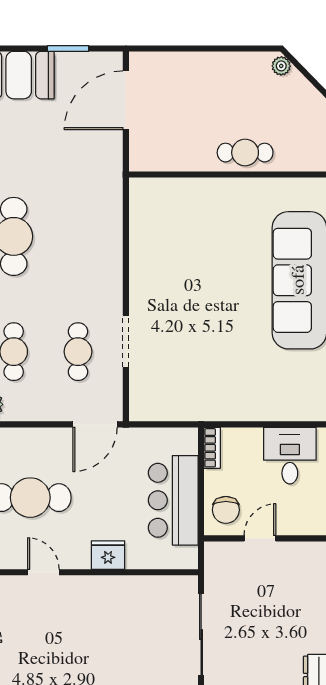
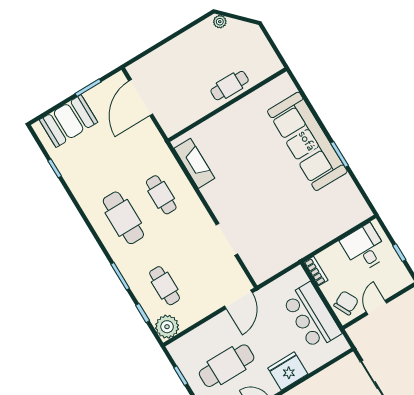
fireplace: (143, 222) -> (194, 163), added
cafe table: (78, 352) -> (161, 195), moved
chair: (226, 510) -> (346, 303), turned -117
fridge: (108, 555) -> (288, 371), width x1.36, depth x1.34

